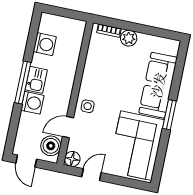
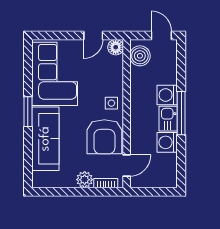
washing machine: (45, 44) -> (167, 142), moved
armchair: (101, 75) -> (104, 137), added
door: (68, 127) -> (127, 165), moved

